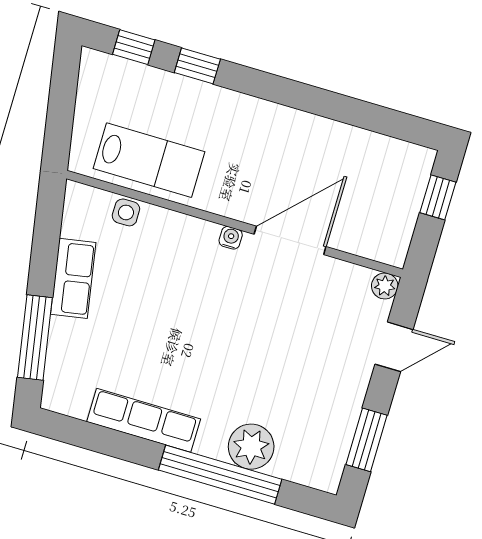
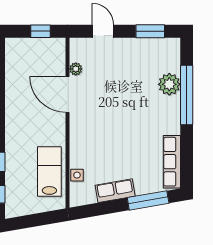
window: (438, 197) -> (40, 31), moved
water cooler: (231, 238) -> (74, 123), removed
plant: (385, 286) -> (76, 69), moved
row of seats: (144, 420) -> (172, 162), moved

